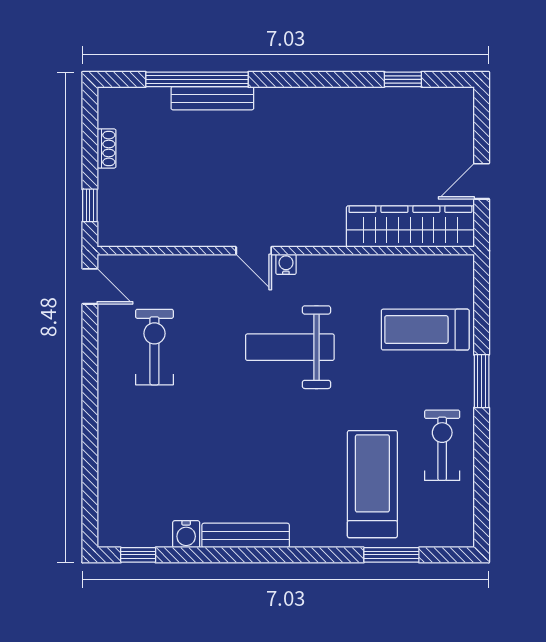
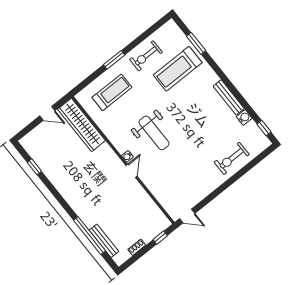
bench: (212, 98) -> (104, 241), moved
door: (90, 286) -> (187, 216), swing flipped
treadmill: (425, 330) -> (112, 92), turned -90
exercise bike: (154, 347) -> (232, 158), moved

